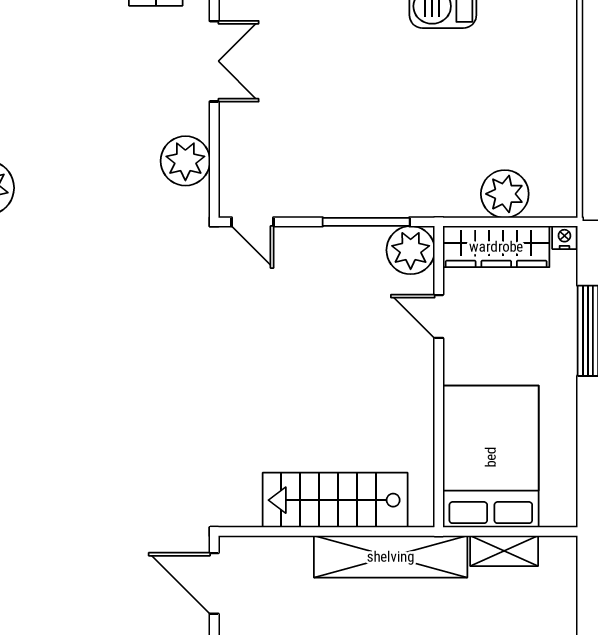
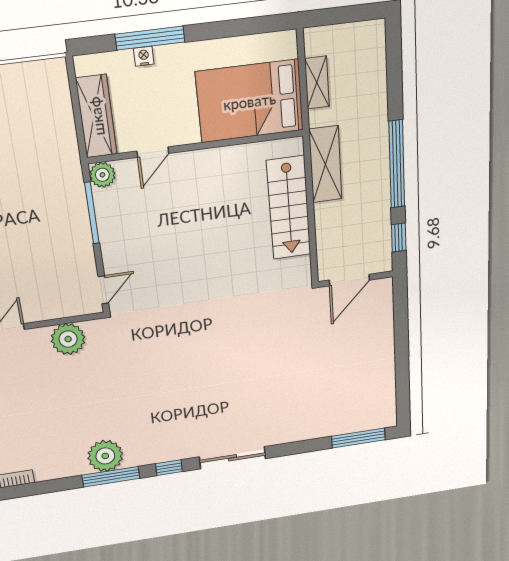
plant: (505, 194) -> (56, 115), removed
nightstand: (564, 238) -> (144, 56), moved, turned 90
plant: (411, 250) -> (102, 175), width x0.73, depth x0.73
shelving: (391, 557) -> (325, 164), width x0.68

